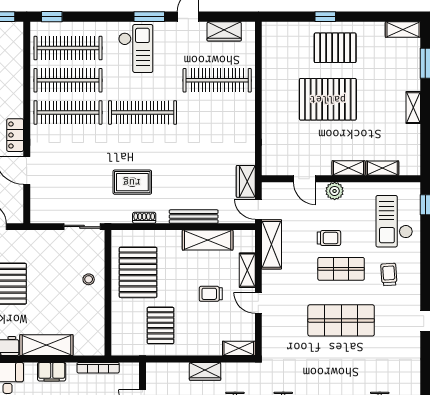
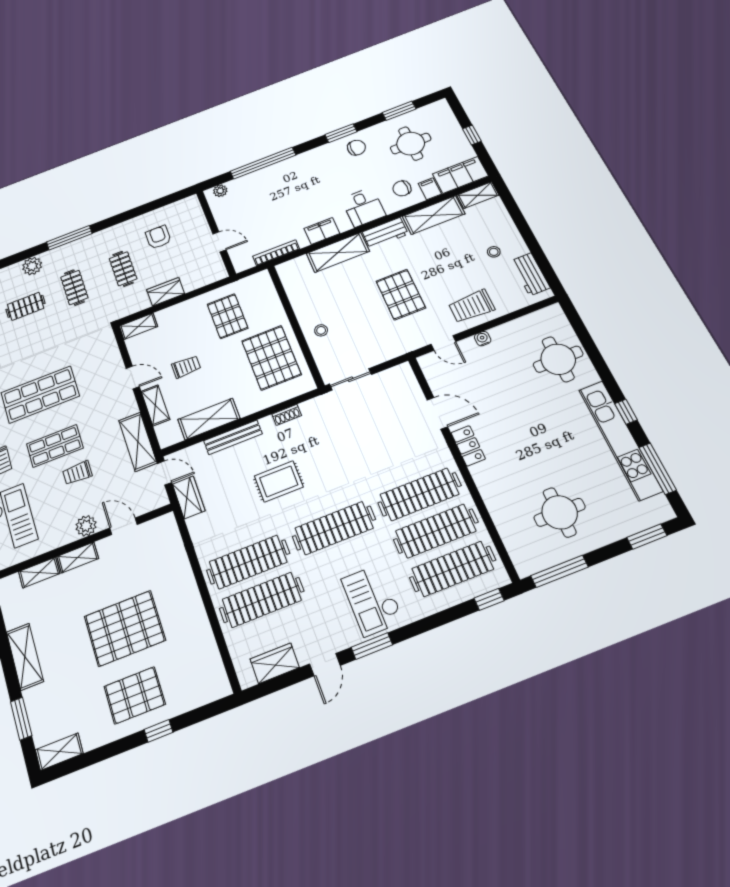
shelving: (413, 108) -> (25, 657), width x1.50, depth x1.33
clothes rail: (217, 112) -> (248, 562), added
rug: (132, 182) -> (279, 481), moved

